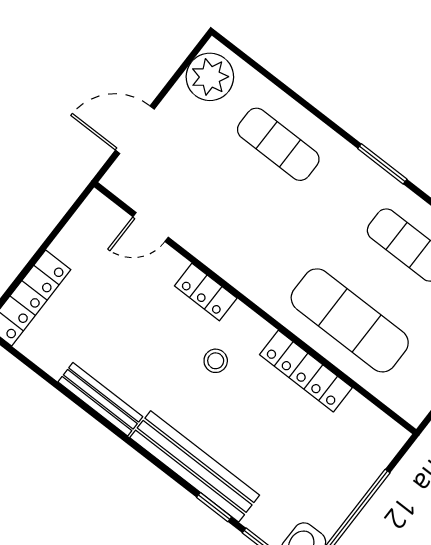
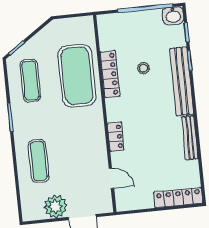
plant: (210, 77) -> (55, 207), moved
exercise mat: (350, 320) -> (77, 76), width x1.47
stool: (216, 361) -> (143, 68), moved

